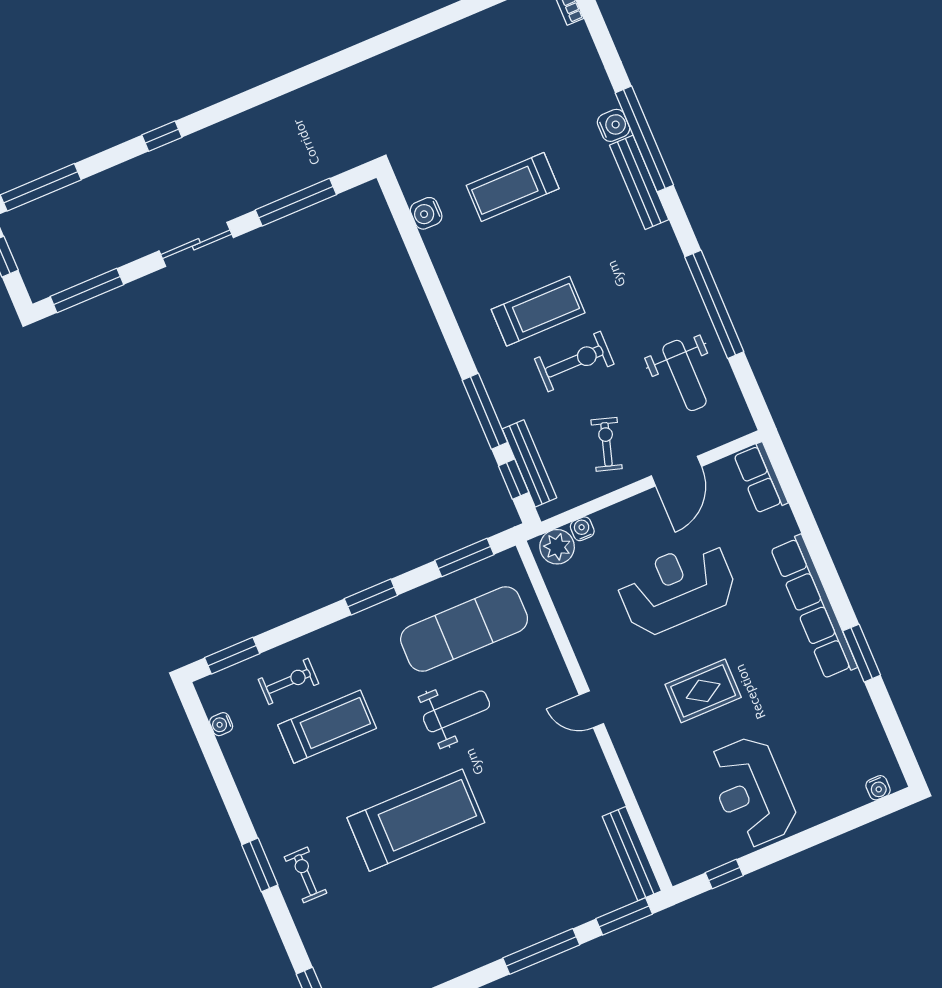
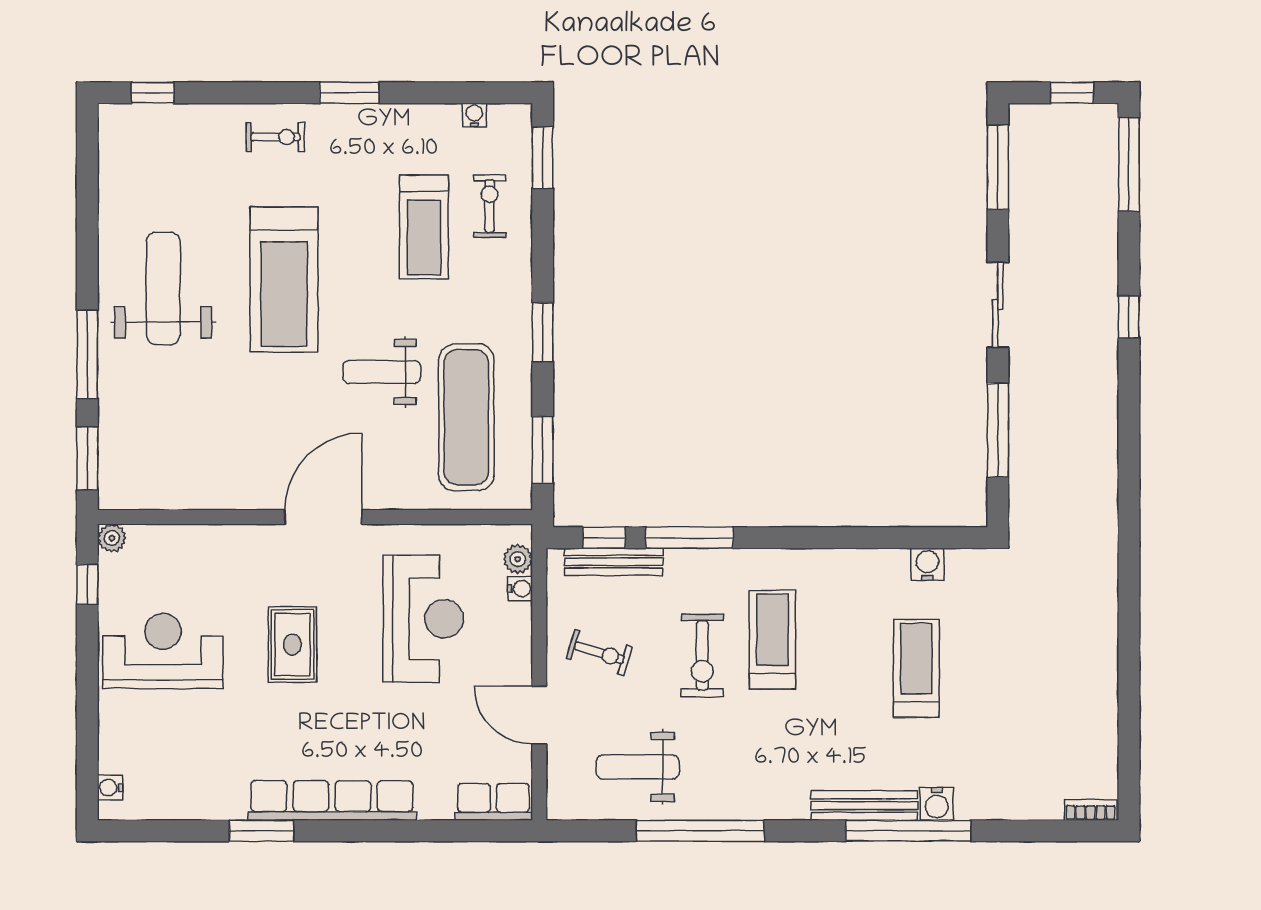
treadmill: (538, 311) -> (772, 640), turned 180
plant: (557, 547) -> (518, 559), width x0.73, depth x0.73
reception desk: (677, 588) -> (423, 619), moved
exercise bike: (288, 681) -> (490, 206), turned 180
door: (591, 709) -> (323, 517), width x1.87
weight bench: (456, 711) -> (382, 372), turned 90
bench: (632, 854) -> (151, 495), removed
window: (260, 865) -> (349, 93), moved
plant: (679, 870) -> (112, 538), added
weight bench: (463, 913) -> (163, 288), added

